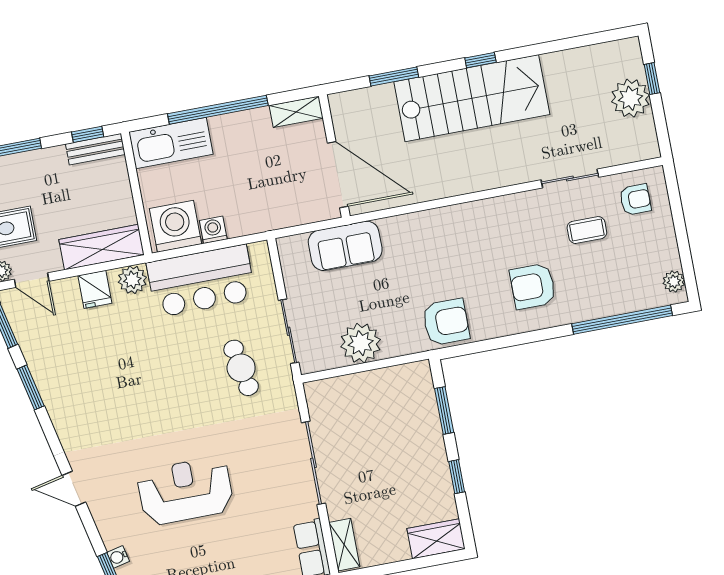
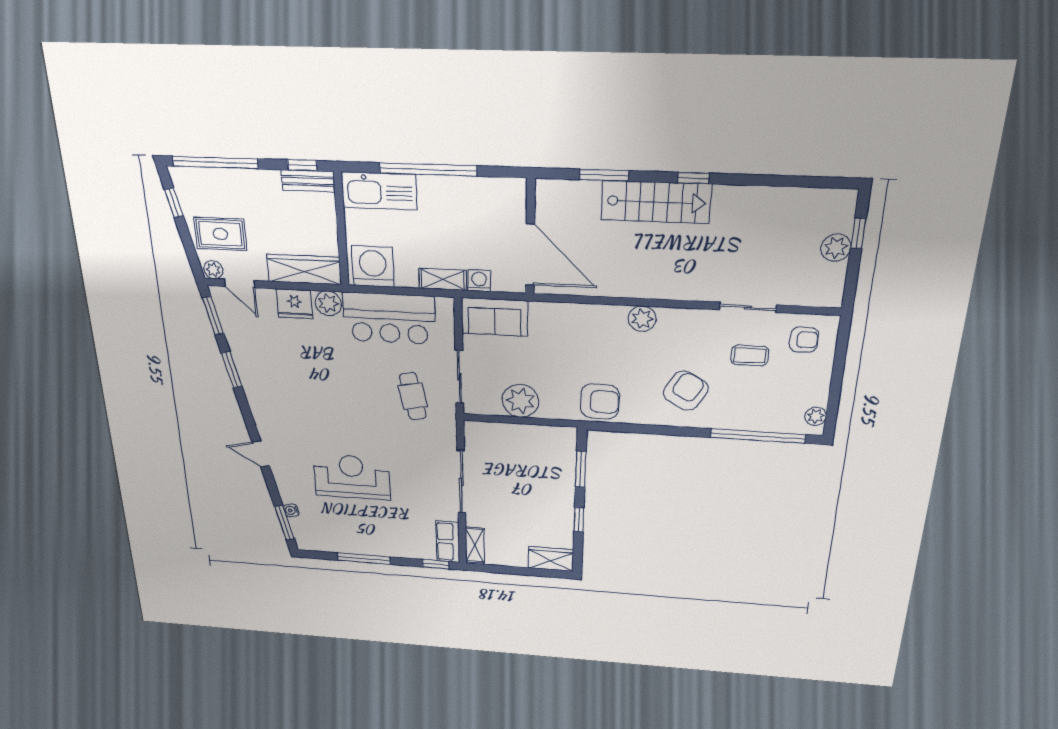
stairs: (472, 98) -> (656, 202), width x0.73, depth x0.66
plant: (631, 98) -> (836, 248), width x0.73, depth x0.73
shelving: (296, 112) -> (443, 279), moved
plant: (467, 216) -> (642, 319), added
washing machine: (213, 230) -> (479, 281), moved
sofa: (345, 246) -> (494, 317), moved
armchair: (533, 286) -> (686, 391), turned 120
fridge: (95, 289) -> (294, 304), width x1.38

